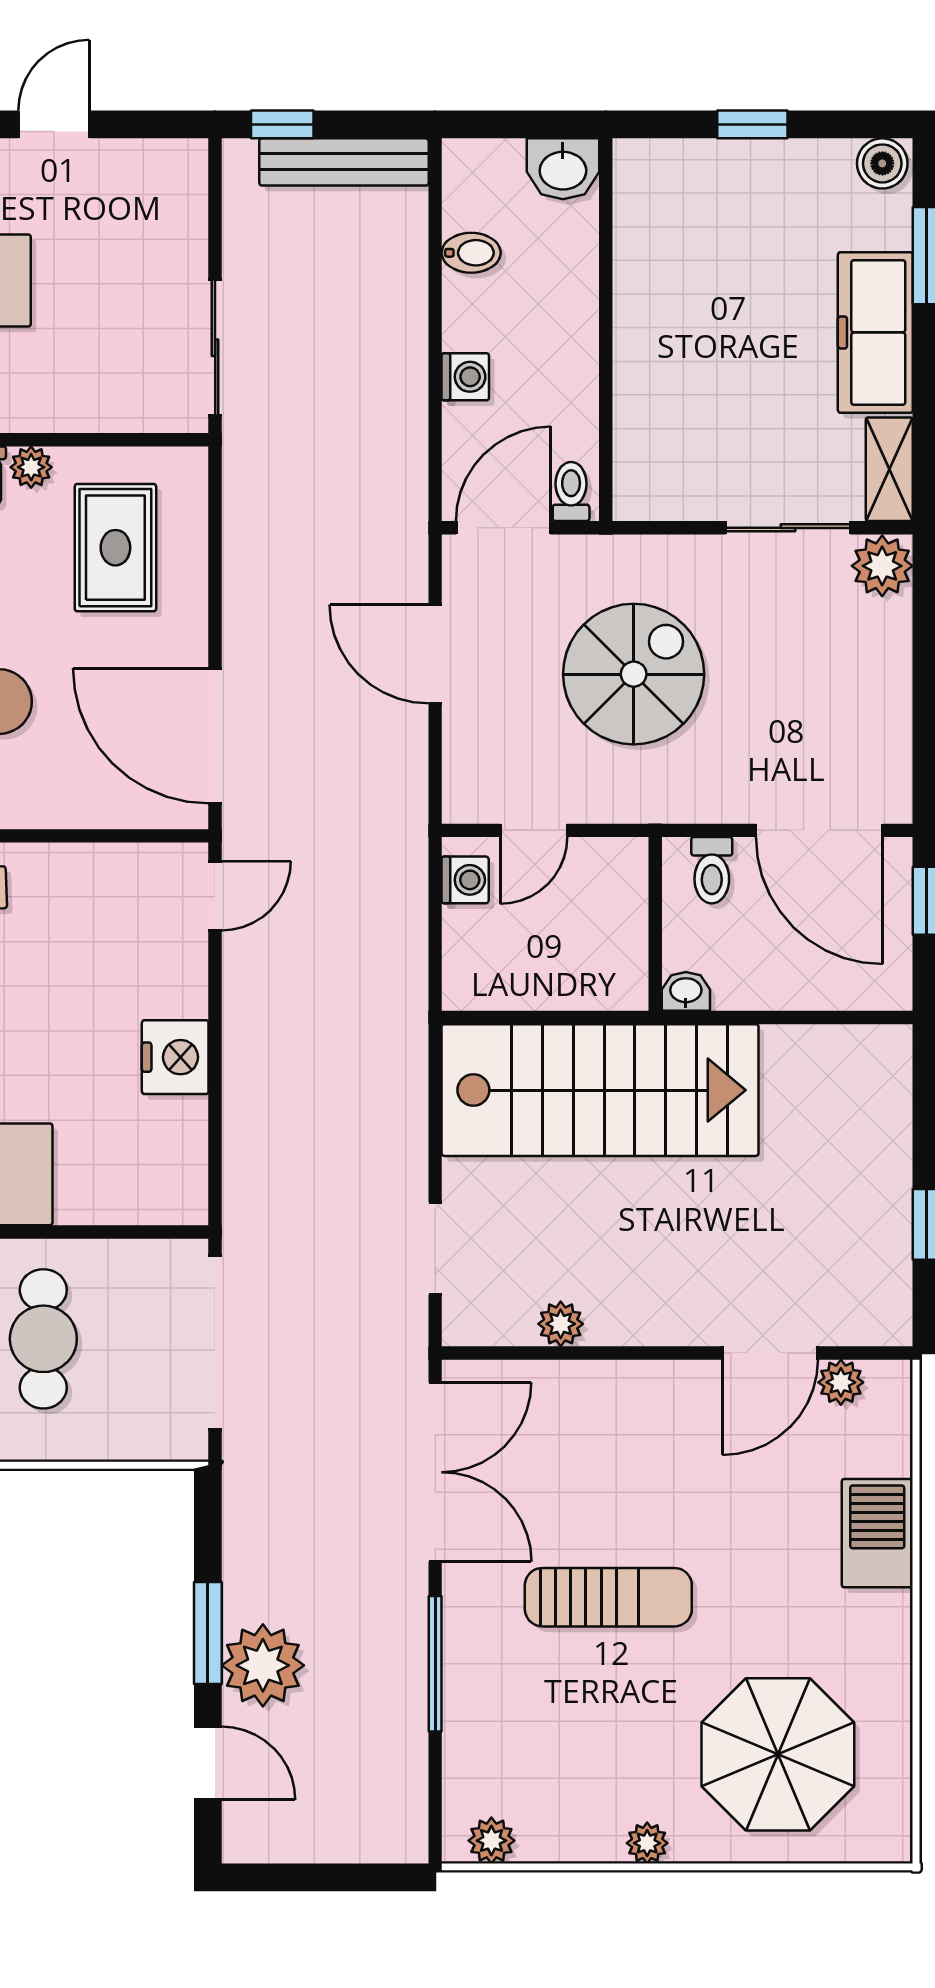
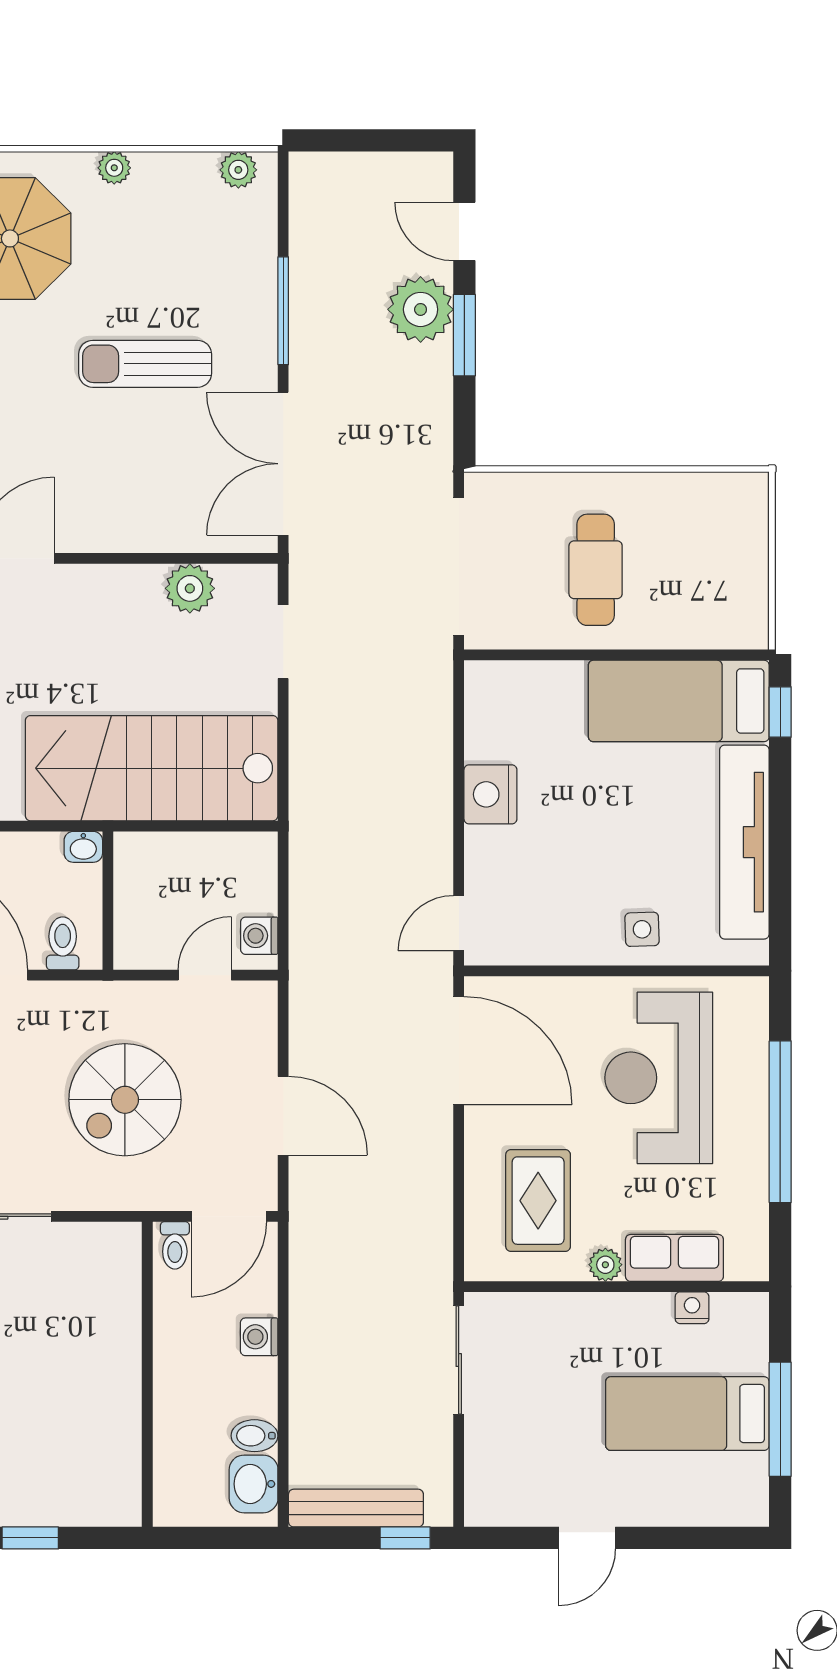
washbasin: (563, 169) -> (254, 1484), moved, turned -90
plant: (561, 1324) -> (190, 588), width x1.38, depth x1.38

